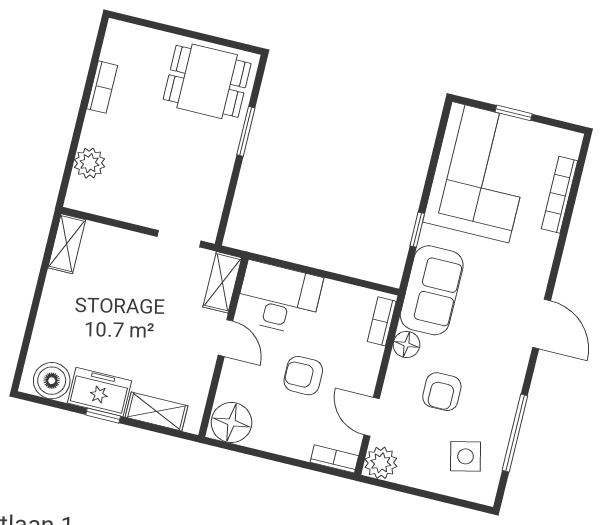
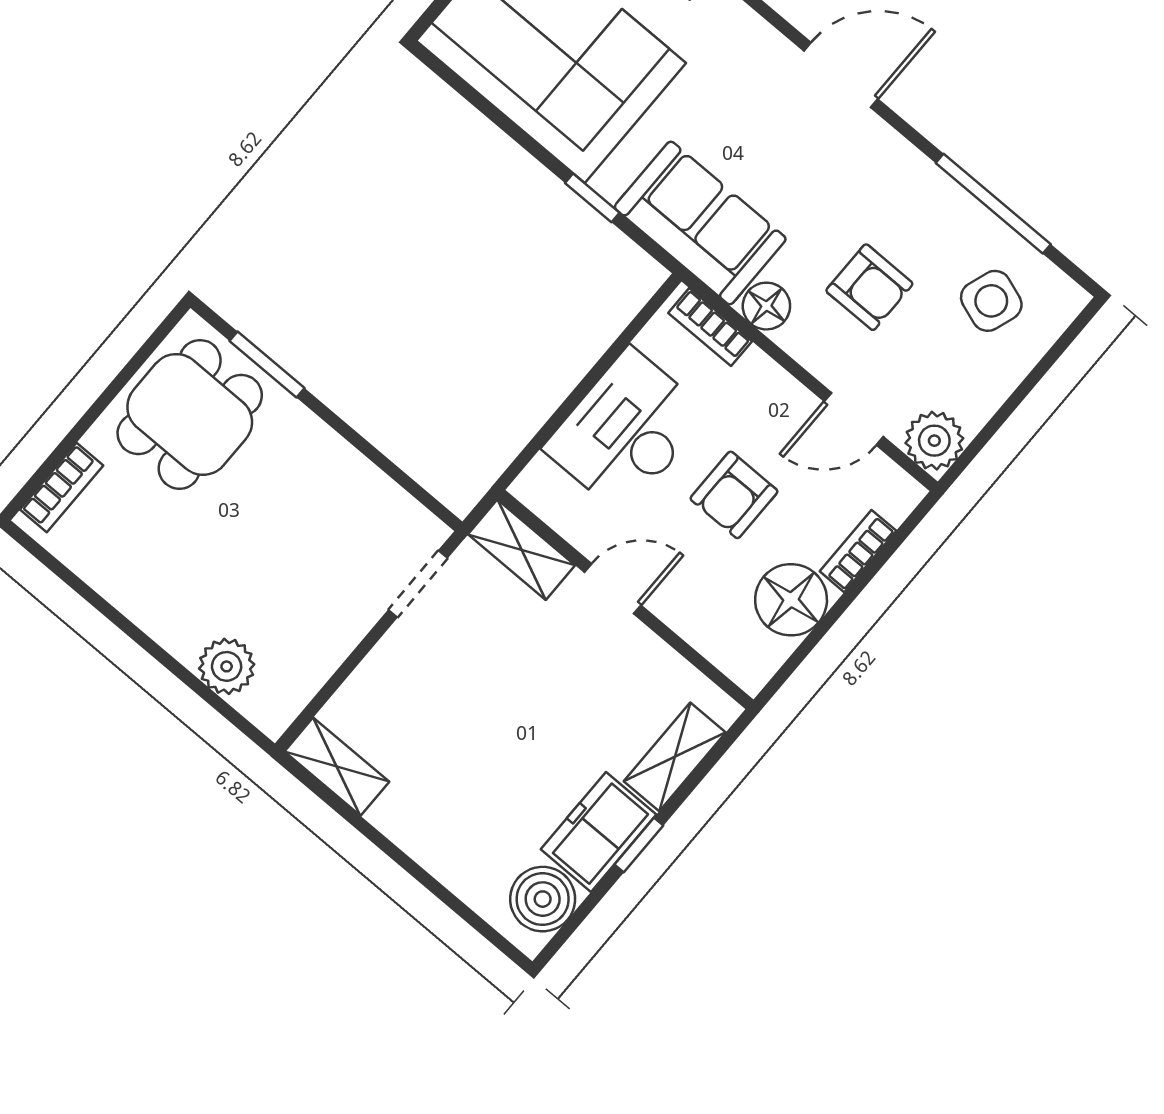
bookcase: (102, 87) -> (62, 488), moved, turned 90
window: (246, 131) -> (267, 365), moved
desk: (279, 298) -> (626, 431), moved
floor lamp: (231, 422) -> (791, 600), moved
side table: (466, 456) -> (991, 301), turned 32
bookcase: (334, 459) -> (858, 551), moved

